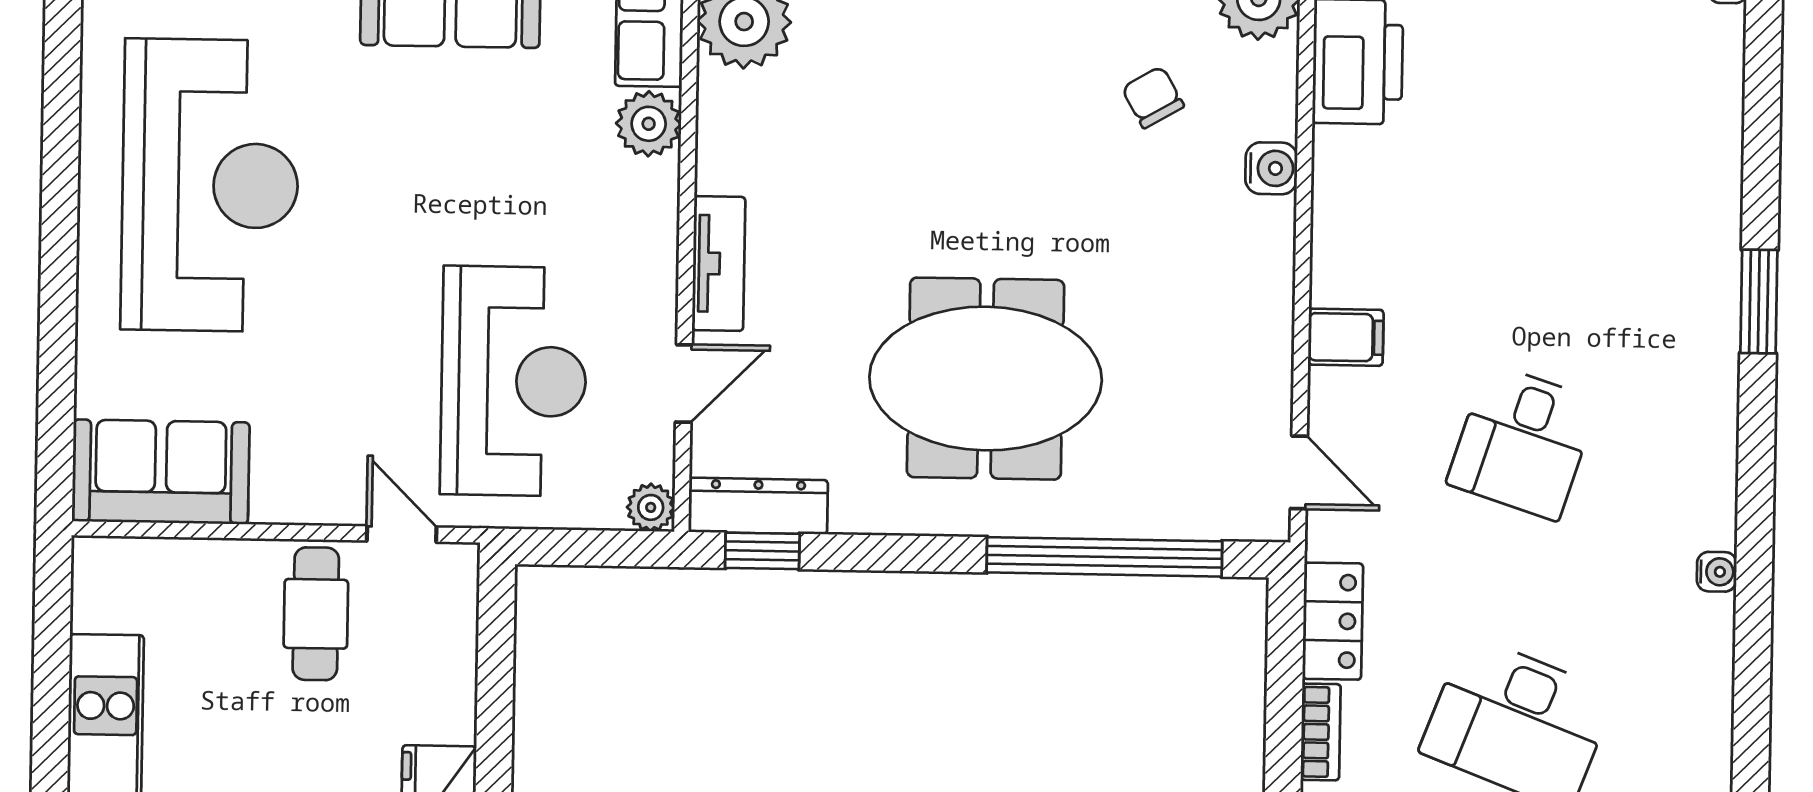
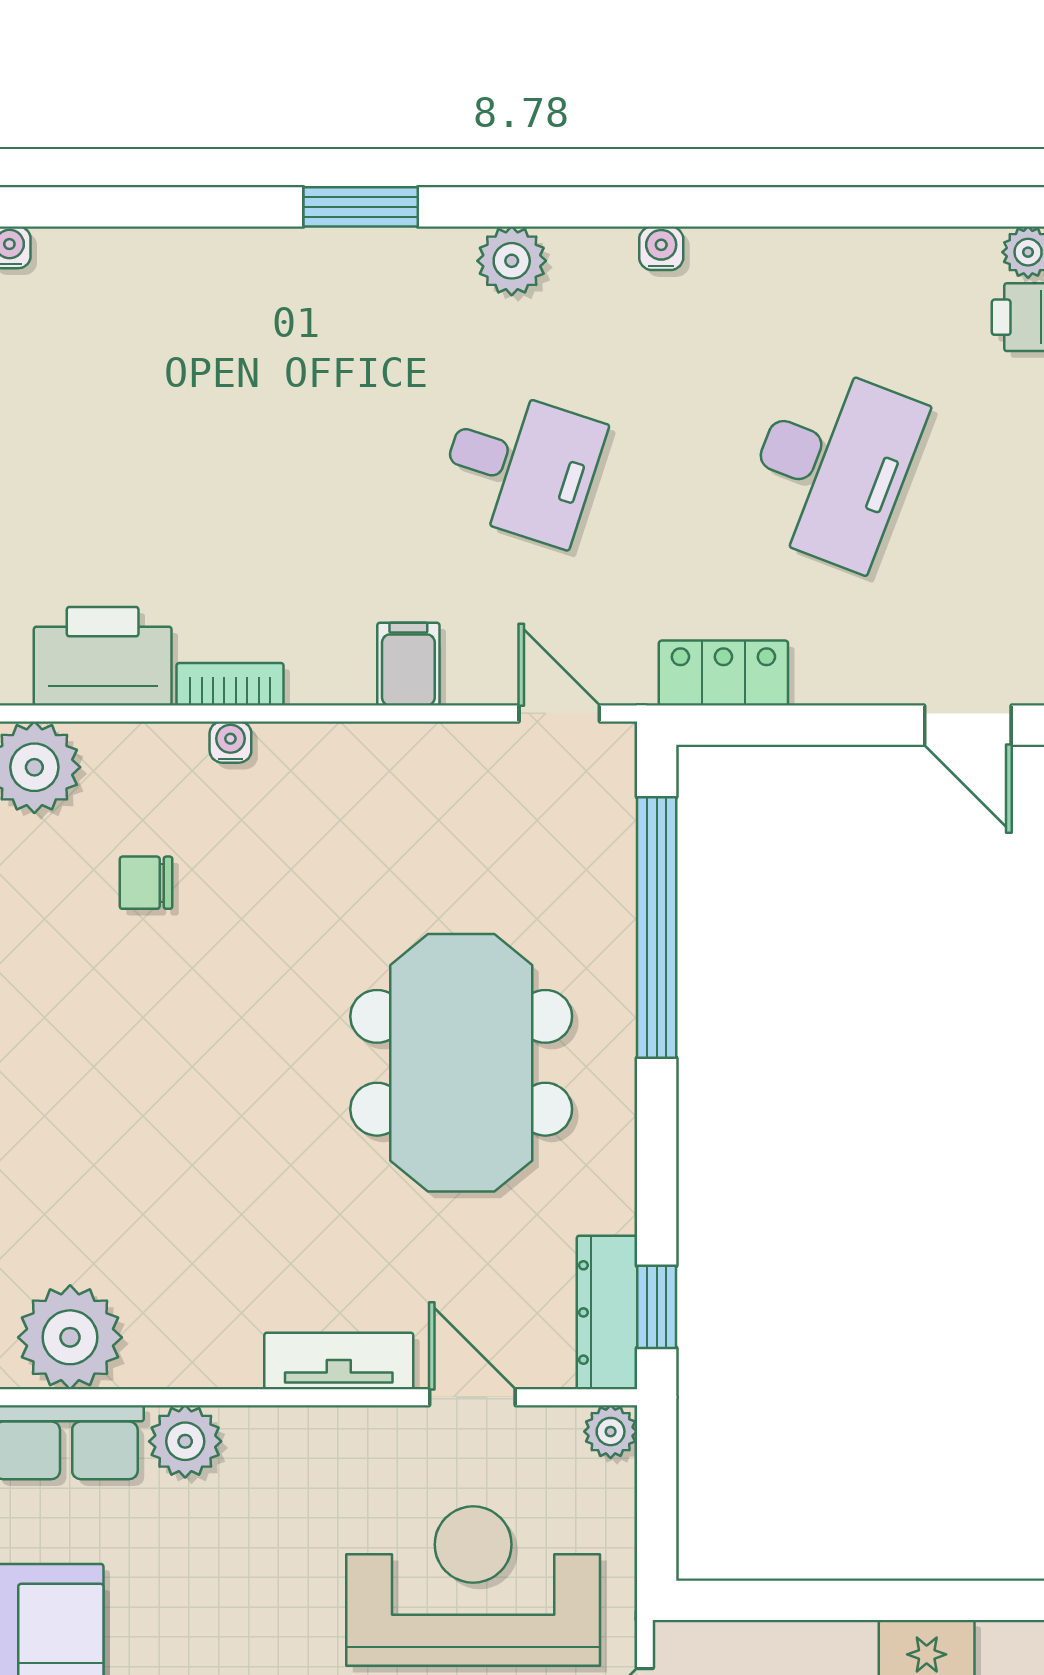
chair: (1153, 97) -> (146, 883), turned 30
water cooler: (1271, 168) -> (230, 742), width x0.72, depth x0.72
plant: (1708, 437) -> (512, 261), added
door: (1299, 472) -> (559, 713), hinge flipped
bookcase: (1321, 732) -> (230, 684), moved

